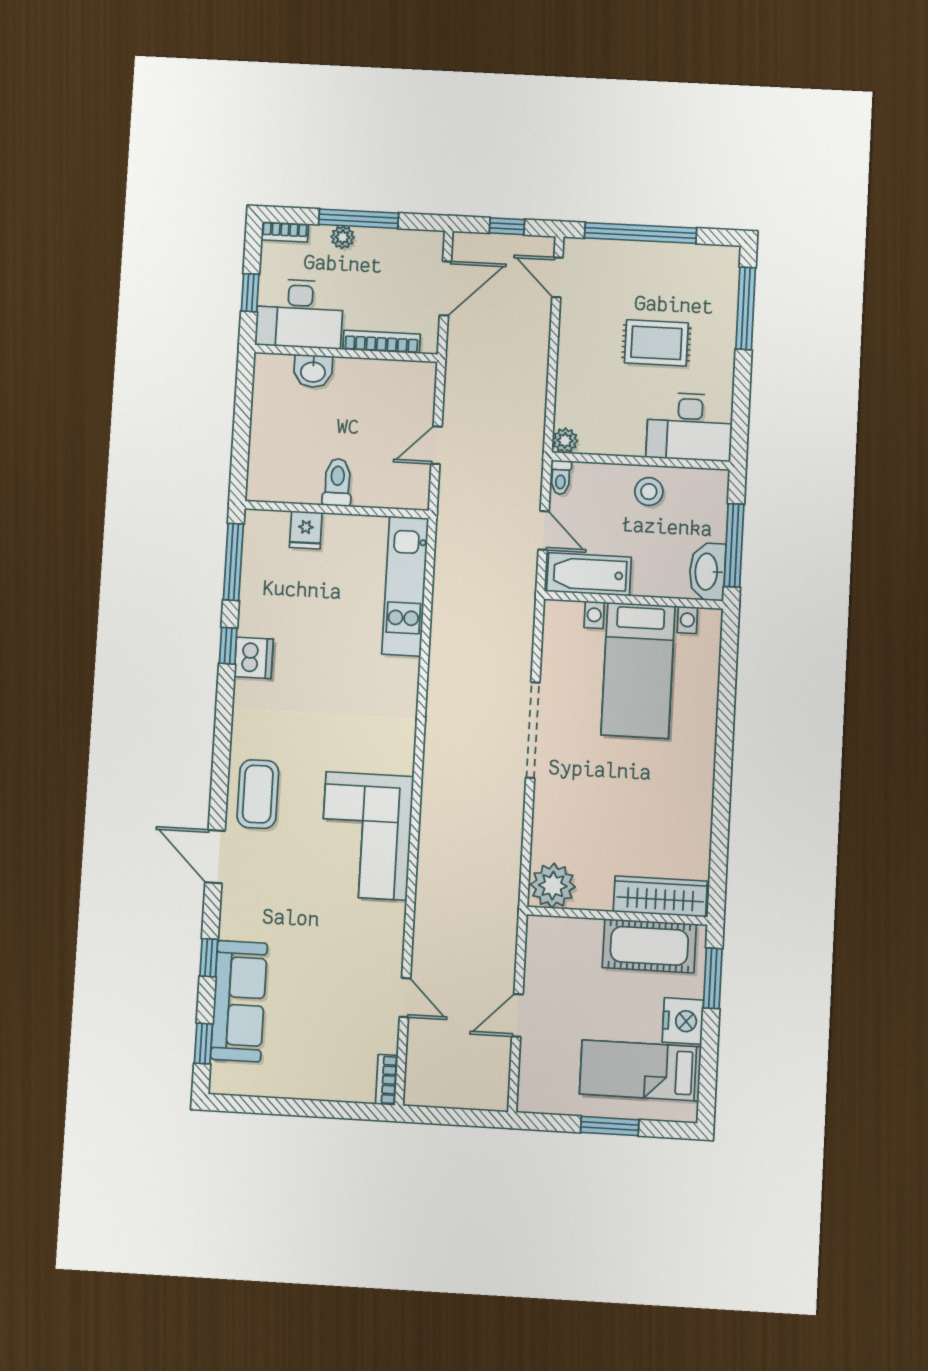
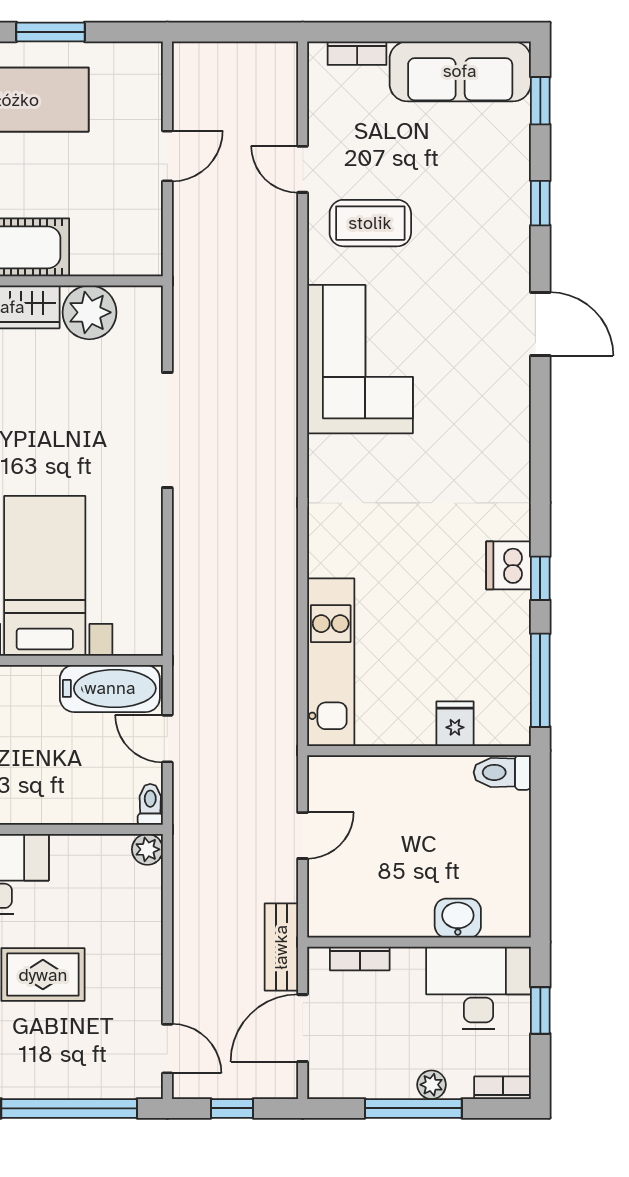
bookcase: (382, 342) -> (360, 958), width x0.64
bench: (459, 355) -> (281, 947), added
toilet: (337, 482) -> (502, 772), moved, turned 90
stool: (649, 492) -> (43, 793), removed
doorway: (533, 730) -> (167, 430), moved
coffee table: (258, 794) -> (370, 223), moved, turned 90
plant: (553, 886) -> (89, 312), moved
sofa: (239, 1001) -> (460, 71), moved, turned -90
bookcase: (387, 1080) -> (357, 53), moved, turned 90

